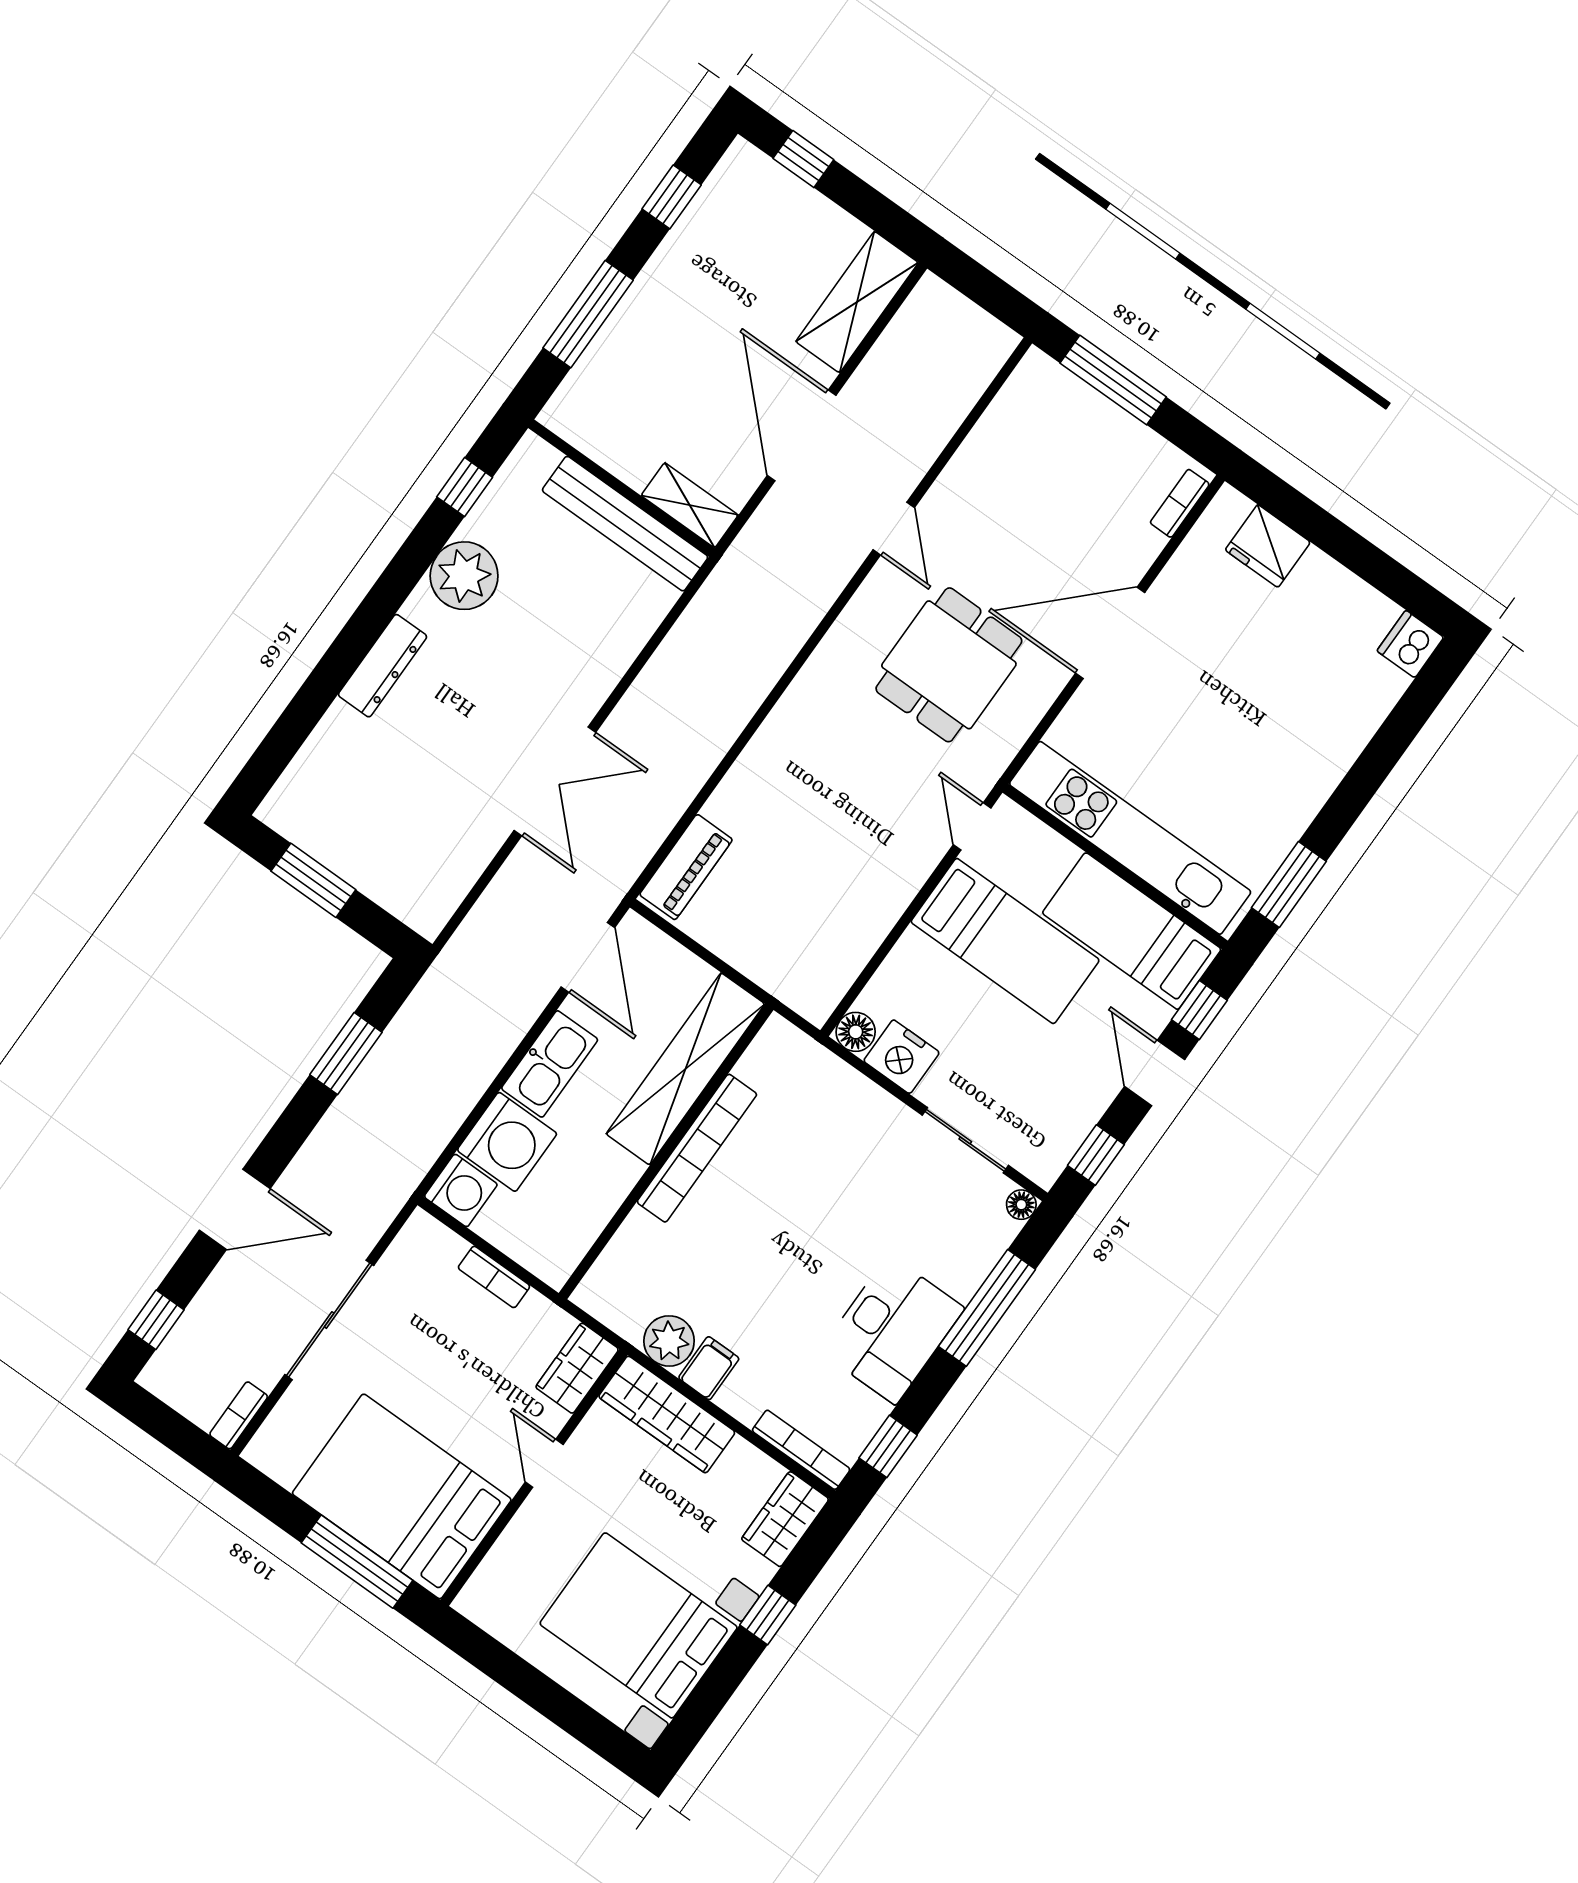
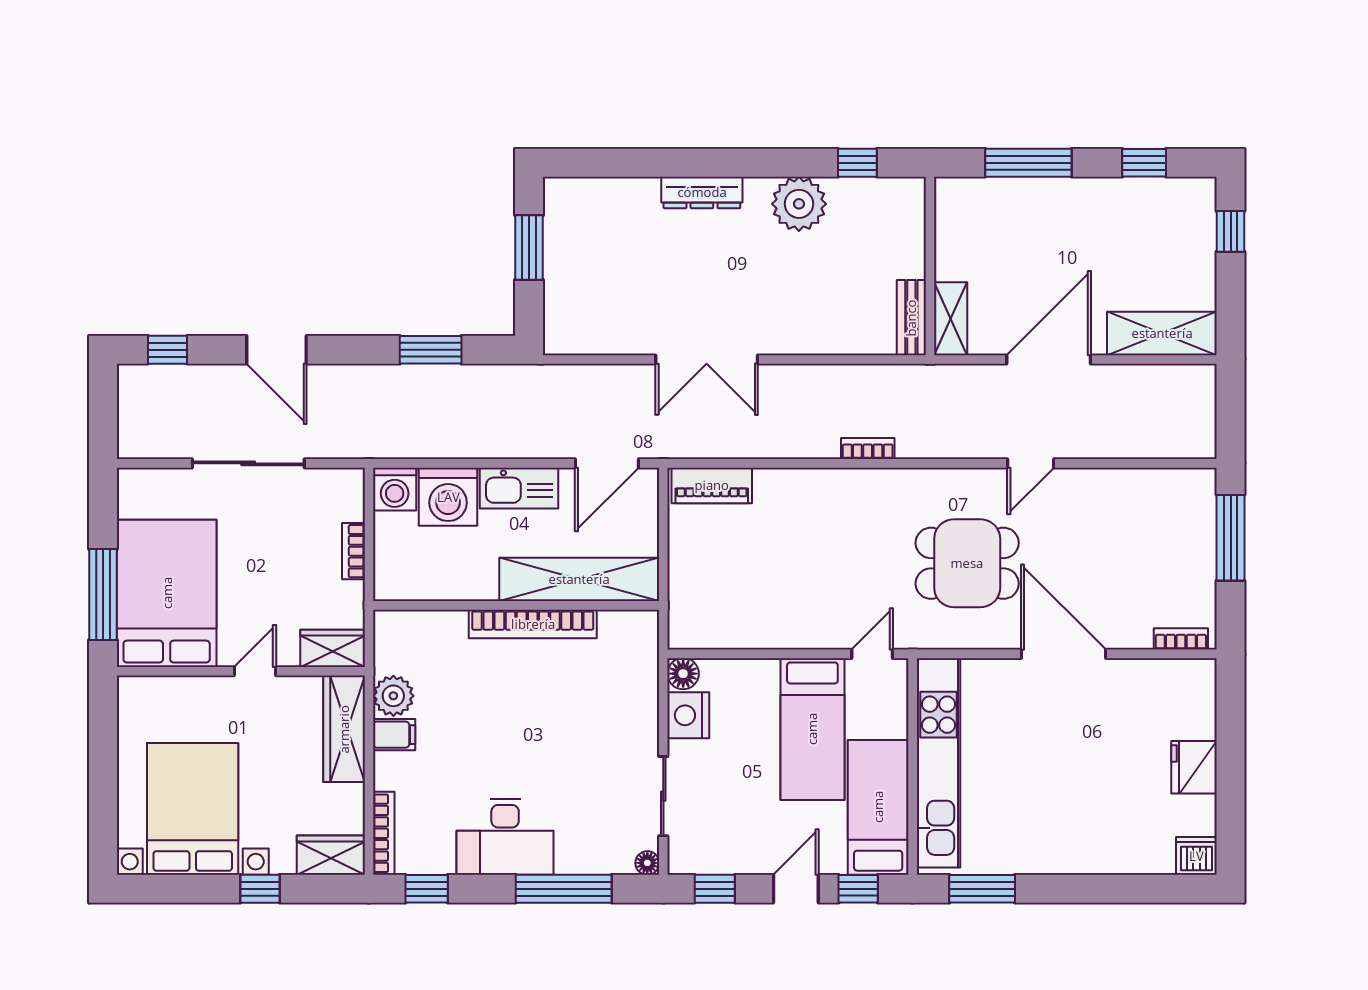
bench: (625, 524) -> (911, 318), width x0.54, depth x0.82
fridge: (1268, 546) -> (1194, 767), moved
bookcase: (239, 1415) -> (868, 449), moved

